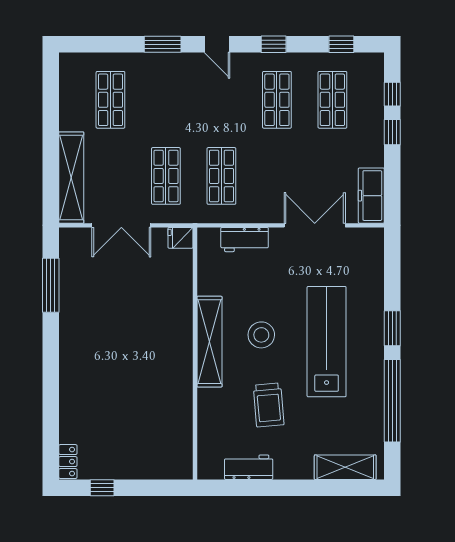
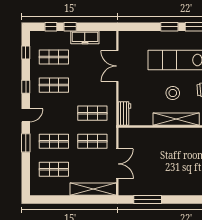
shop shelf: (166, 100) -> (54, 141), added
freezer: (371, 196) -> (85, 37), moved
fridge: (181, 238) -> (124, 134), removed
workbench: (245, 240) -> (125, 114), moved

